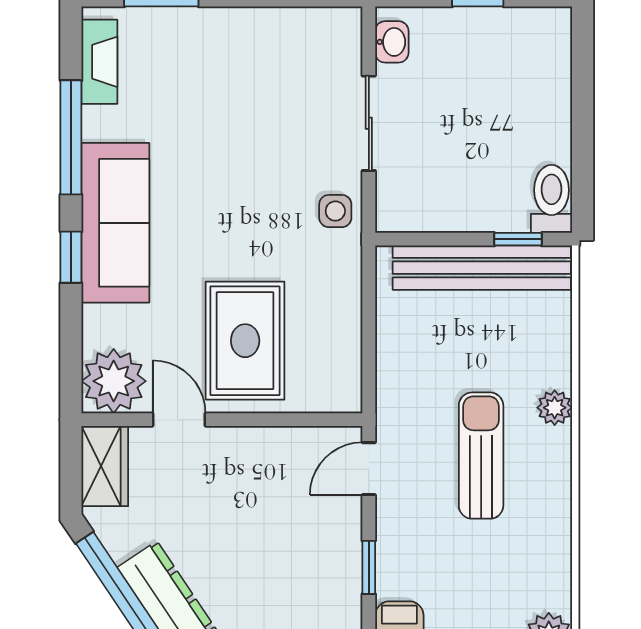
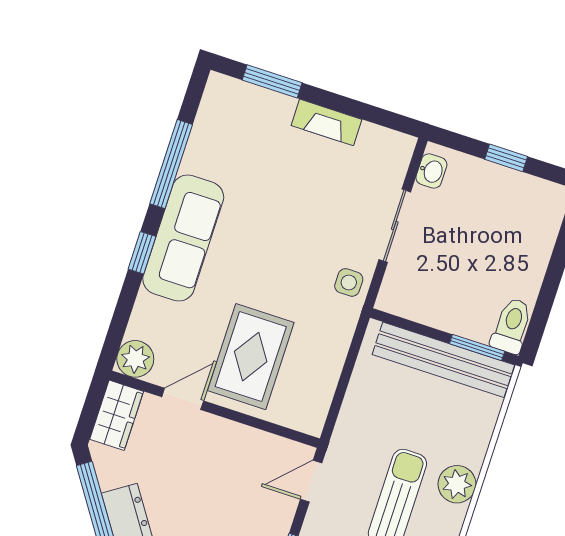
fireplace: (99, 62) -> (327, 122), moved, turned 90
window: (518, 239) -> (477, 347), width x1.50
plant: (114, 381) -> (135, 359), width x0.73, depth x0.73
plant: (555, 408) -> (457, 484), width x1.38, depth x1.38
door: (179, 420) -> (183, 399), hinge flipped

